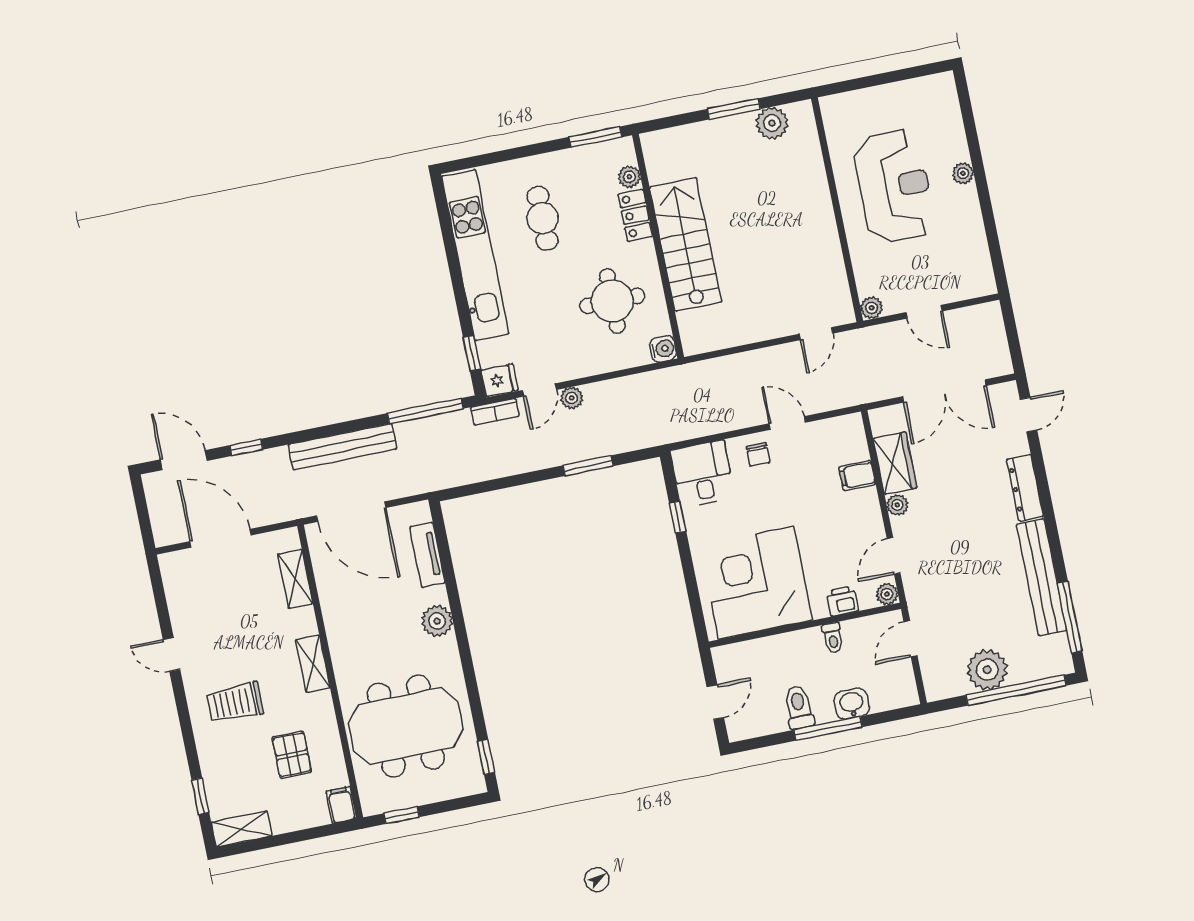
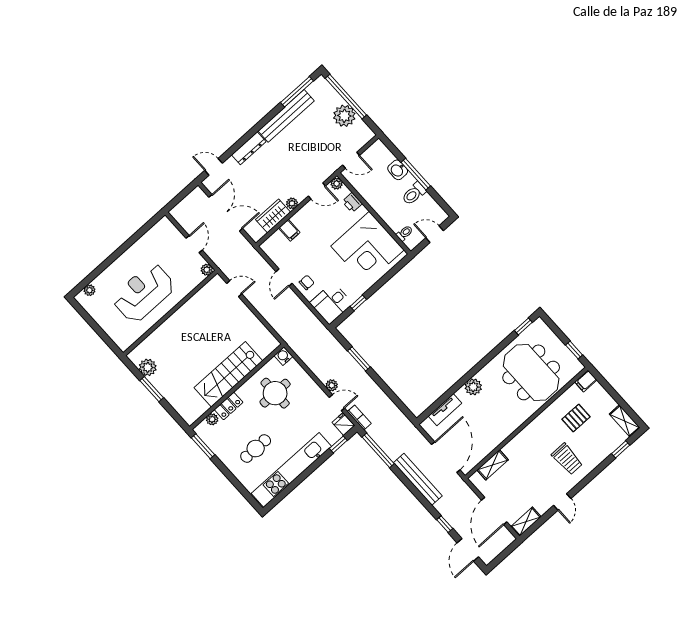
plant: (963, 173) -> (89, 290), moved
toilet: (833, 638) -> (405, 233), moved
shelving: (313, 664) -> (526, 522), moved

